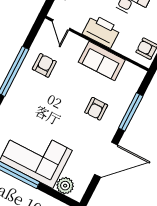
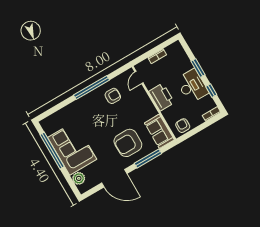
sofa: (102, 61) -> (159, 131), moved
armchair: (96, 109) -> (128, 143), width x1.88, depth x1.88

